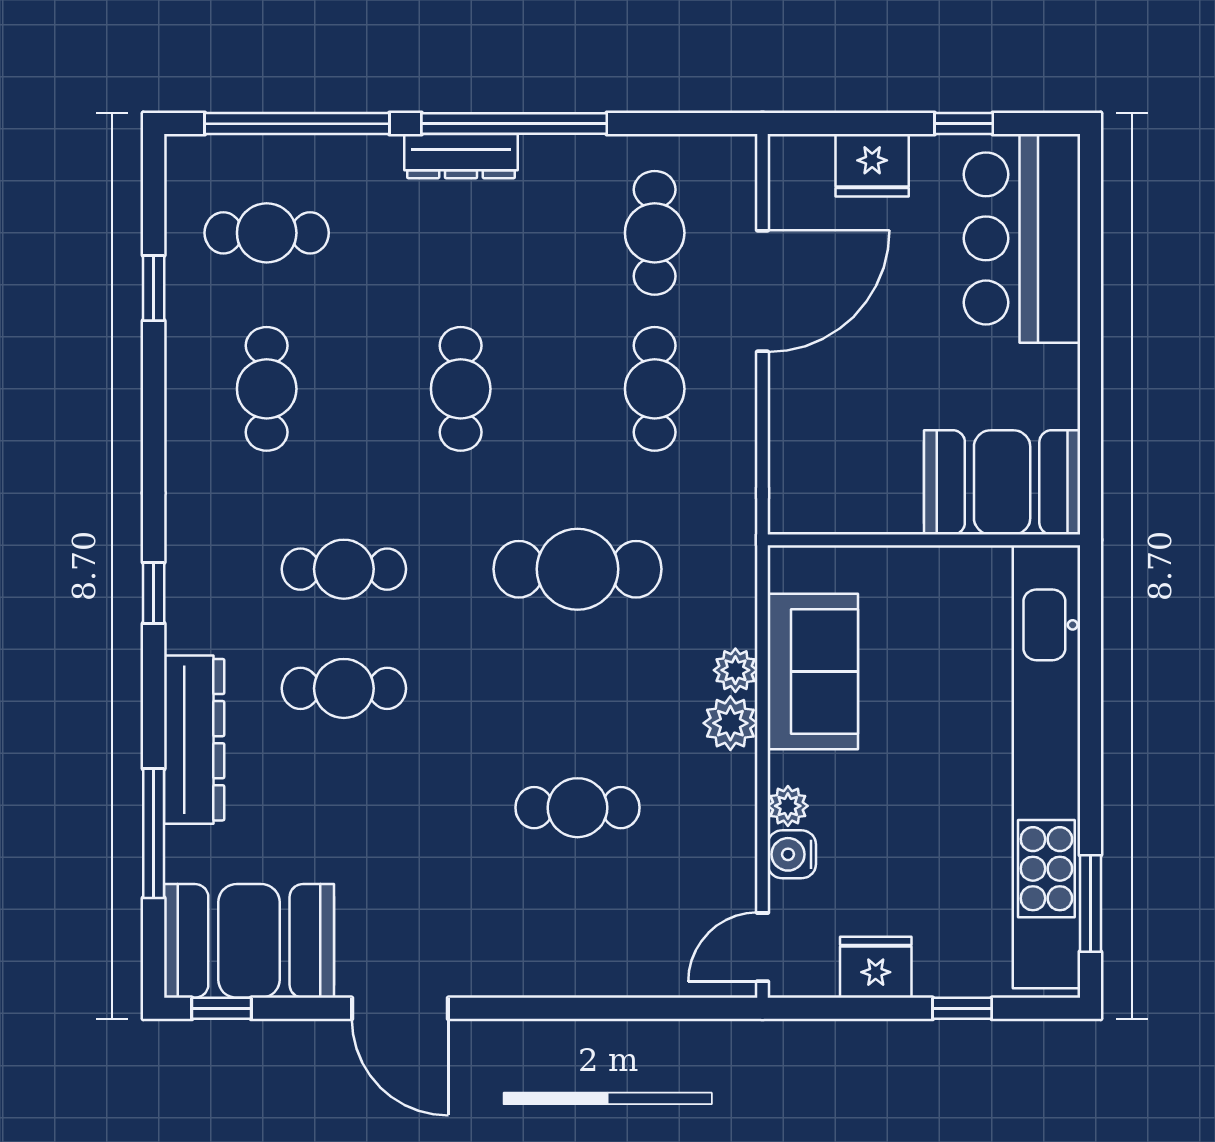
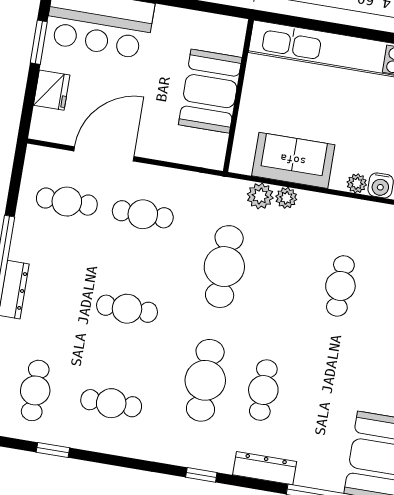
window: (964, 124) -> (39, 42), width x1.50
door: (763, 291) -> (104, 154), hinge flipped
booth: (1002, 482) -> (210, 91), moved
cafe table: (344, 569) -> (205, 380), width x1.37, depth x1.35
plant: (730, 723) -> (260, 196), moved
dresser: (194, 740) -> (265, 468), width x0.73, depth x0.80

